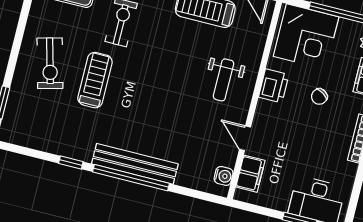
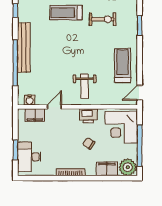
treadmill: (95, 80) -> (66, 13), turned 180
weight bench: (224, 80) -> (85, 86), turned -90
window: (131, 178) -> (15, 63), moved

